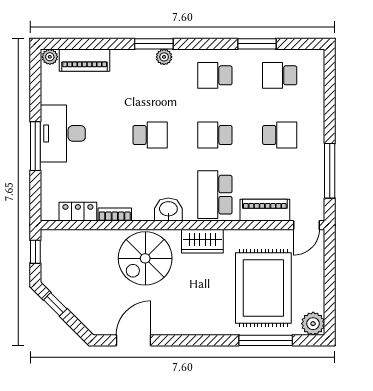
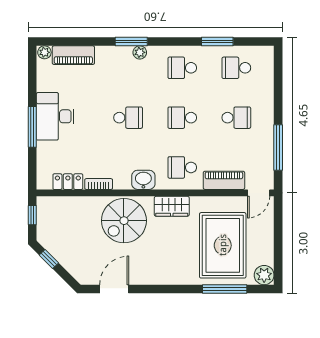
school desk: (215, 195) -> (182, 167), width x0.54

